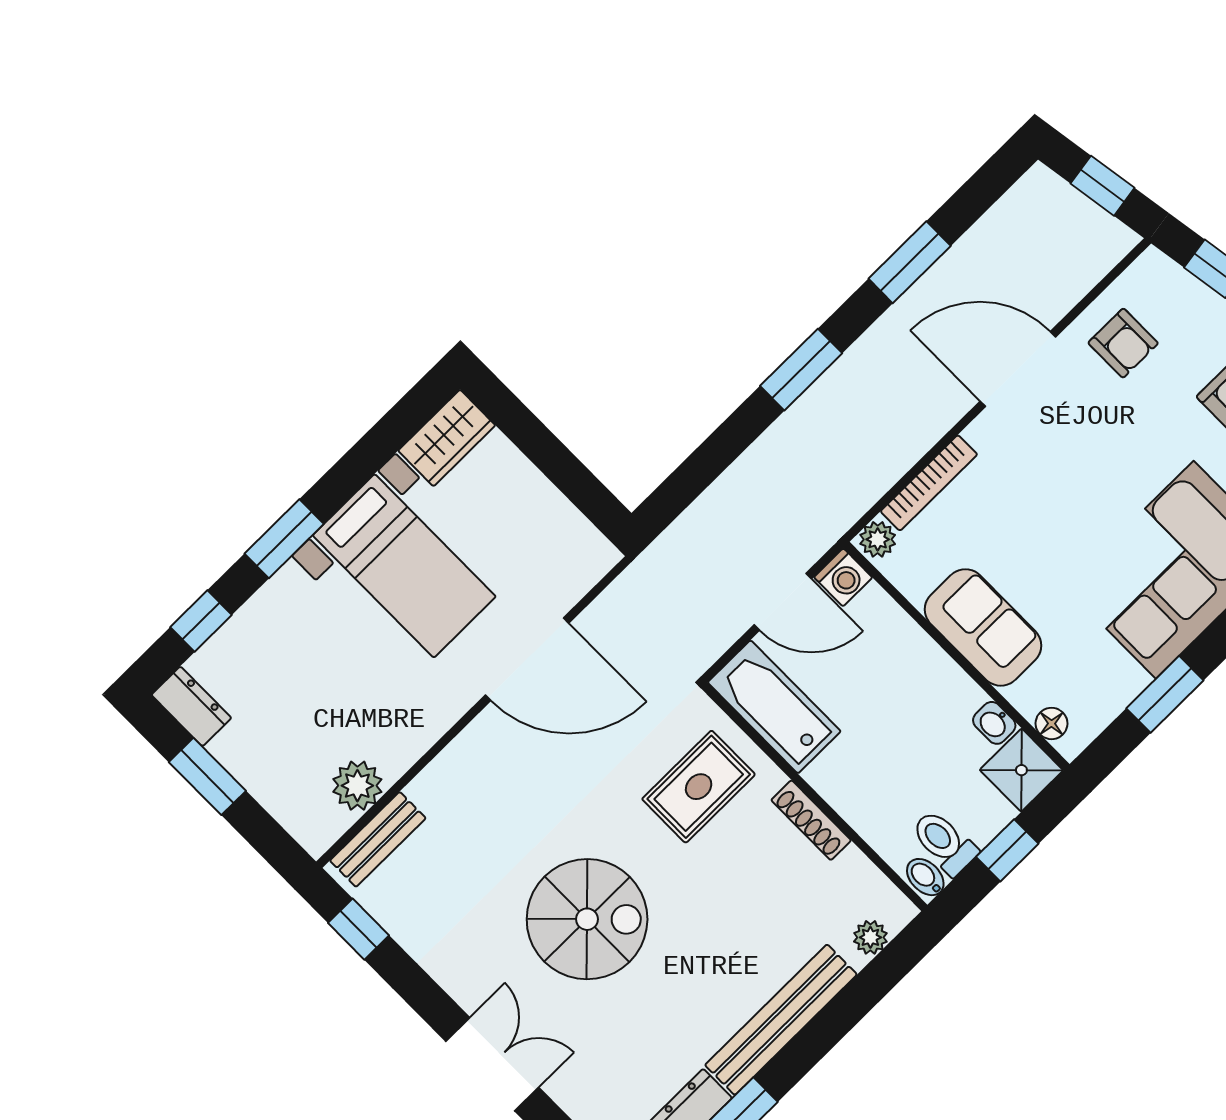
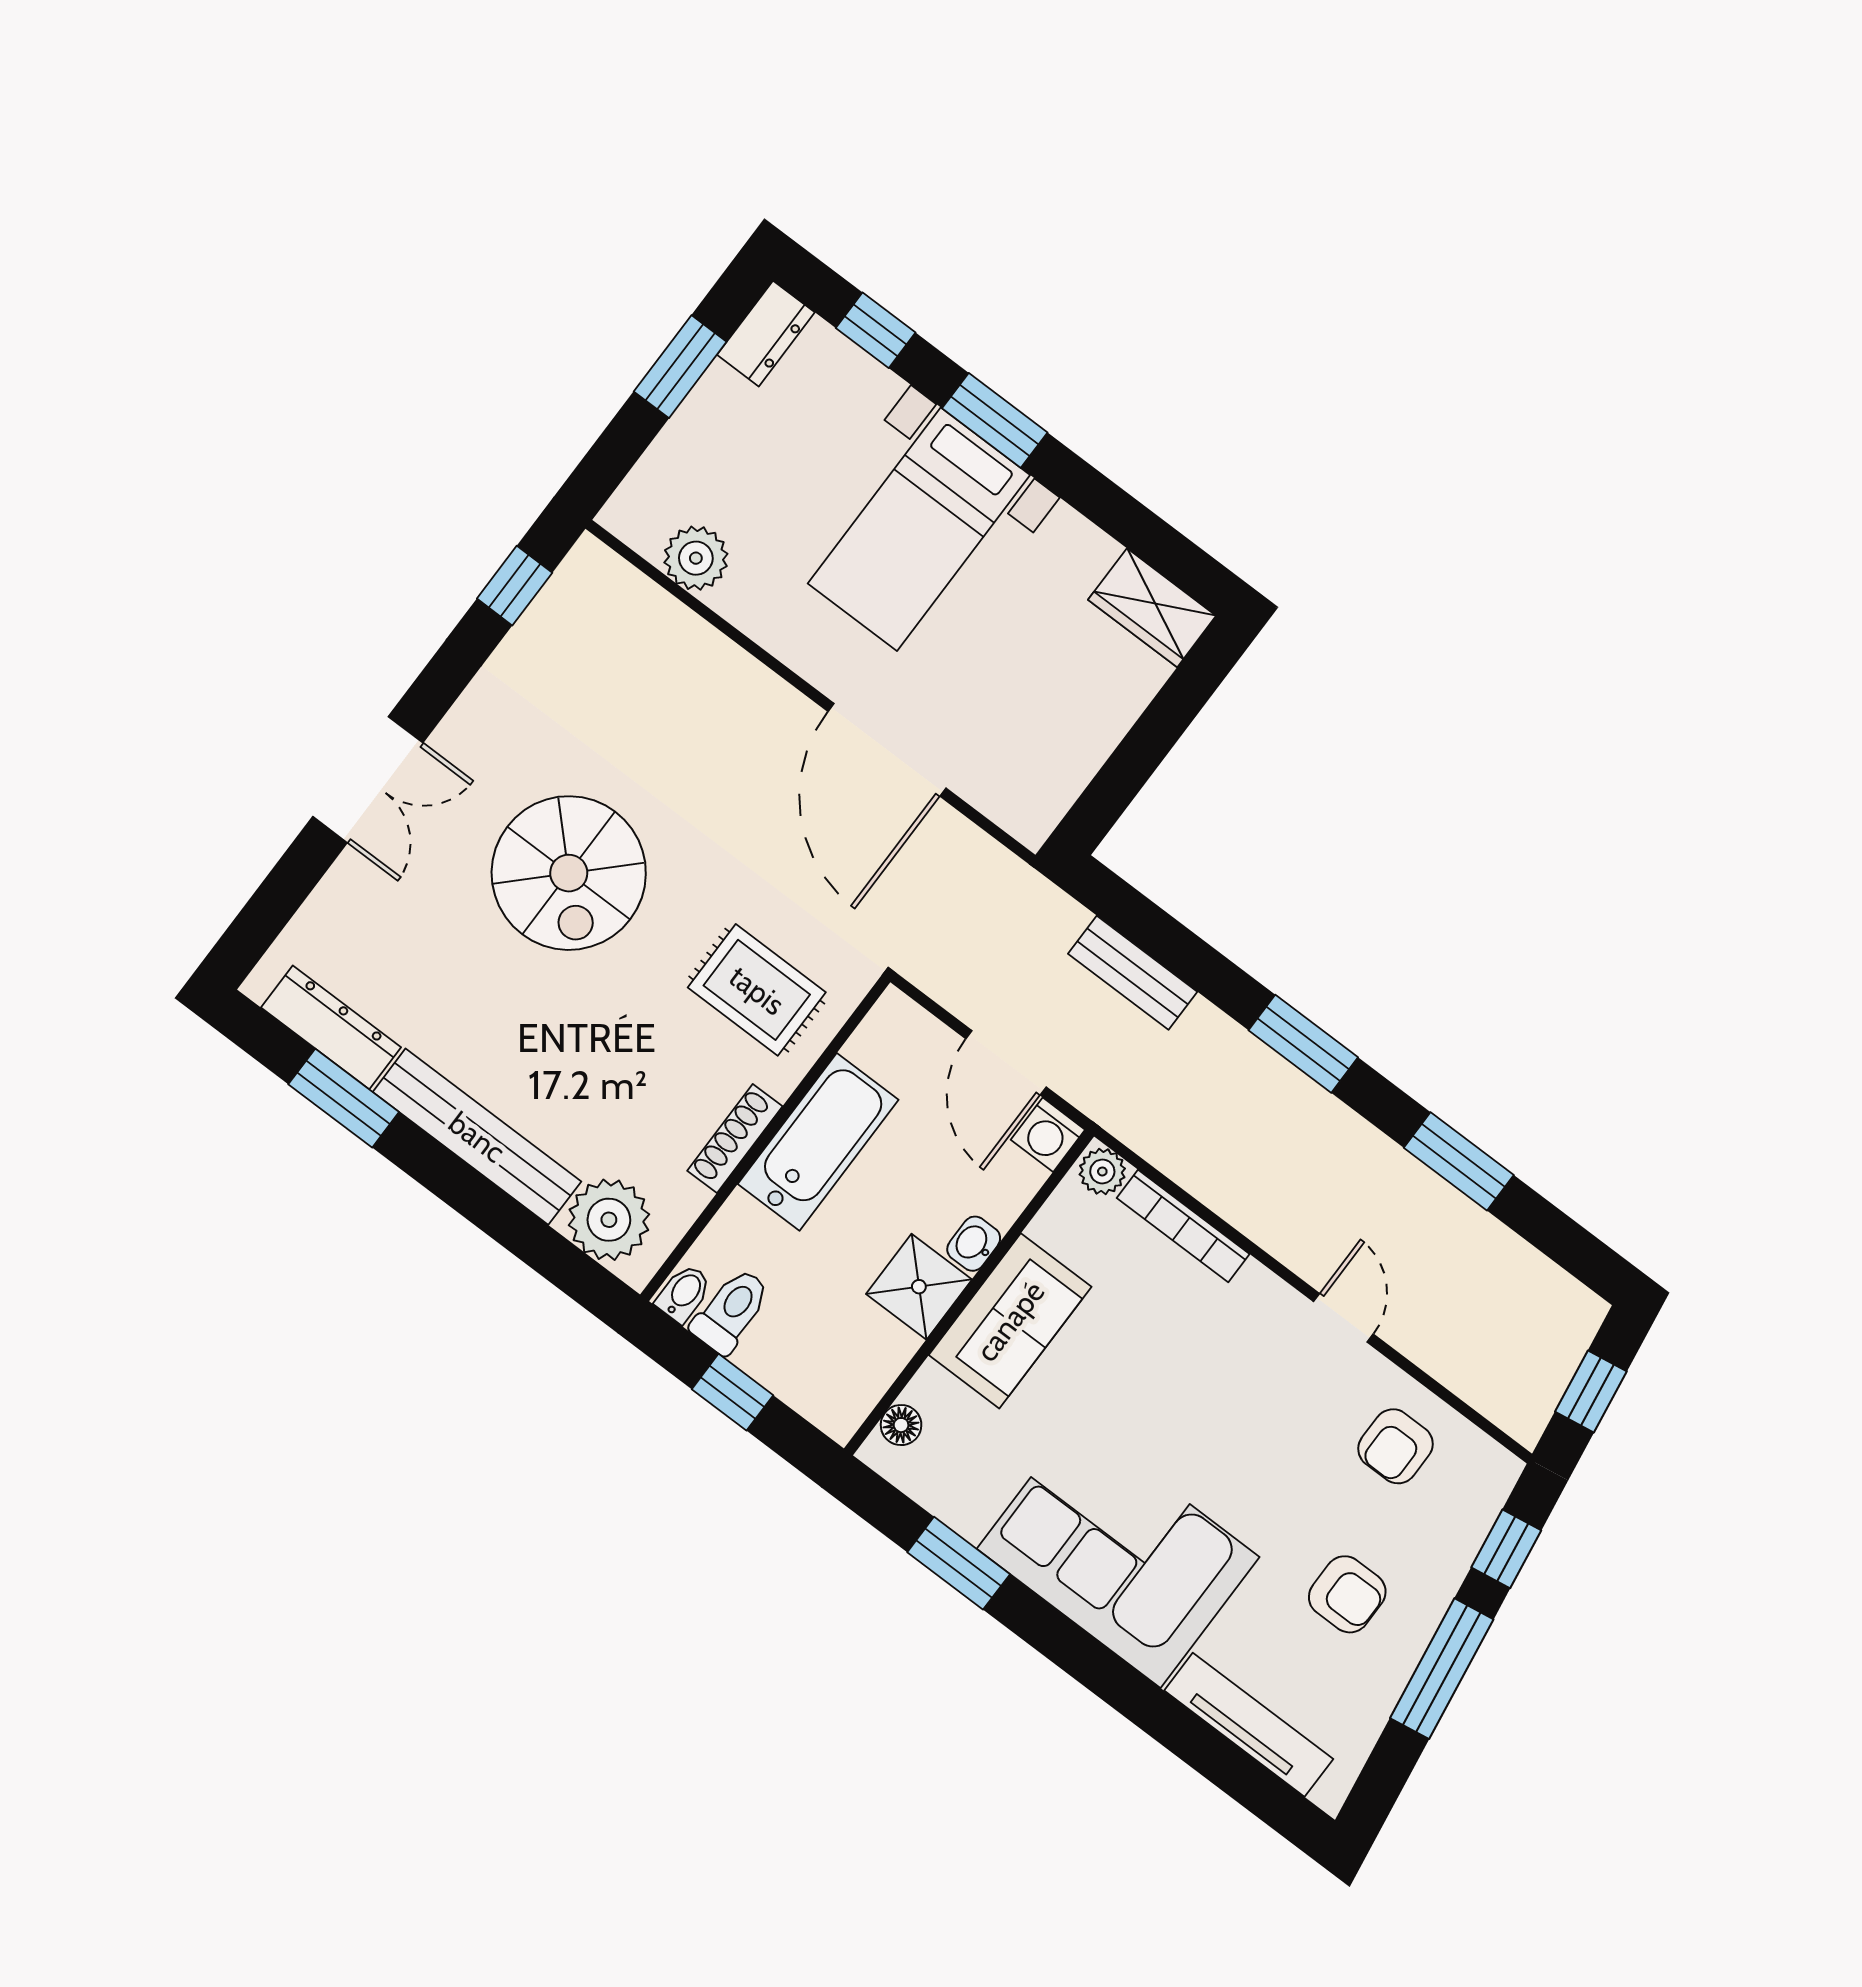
door: (1018, 369) -> (1343, 1318), width x0.53
bed with nightstands: (404, 566) -> (919, 529), moved
bathtub: (774, 707) -> (818, 1142), moved
washbasin: (994, 723) -> (974, 1244), moved
shower: (1021, 770) -> (919, 1287), moved
bench: (378, 839) -> (1133, 973), moved
plant: (870, 937) -> (609, 1220), width x1.88, depth x1.88

